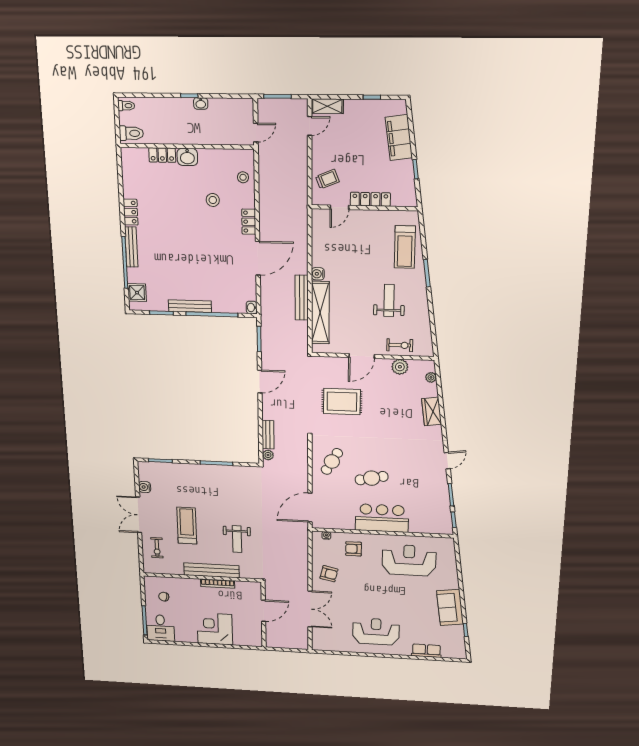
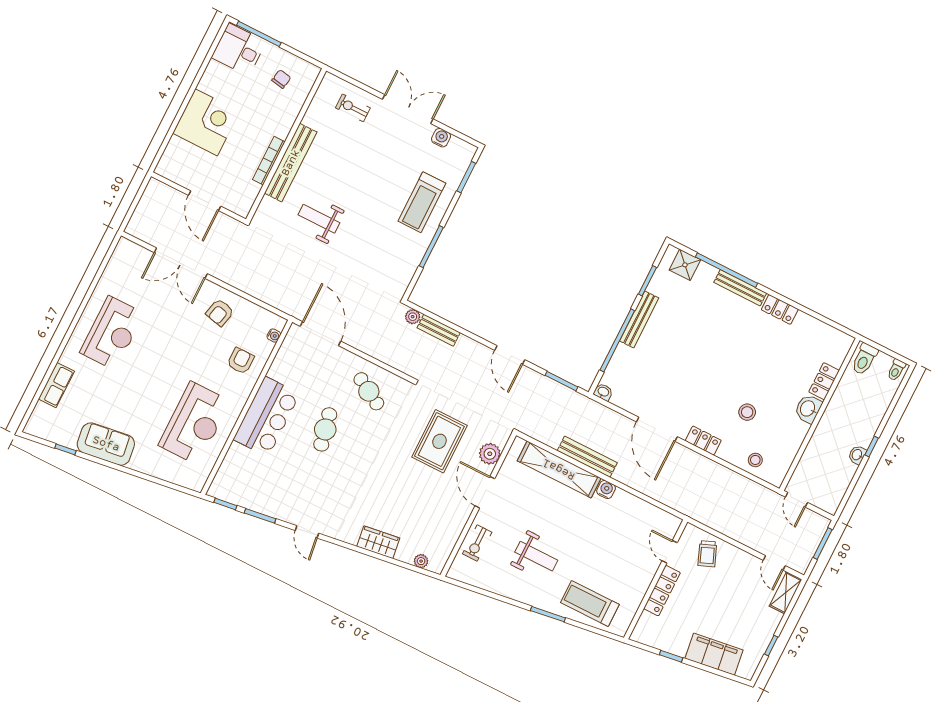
plant: (400, 367) -> (490, 454), moved
treadmill: (187, 526) -> (422, 202), moved, turned 90

